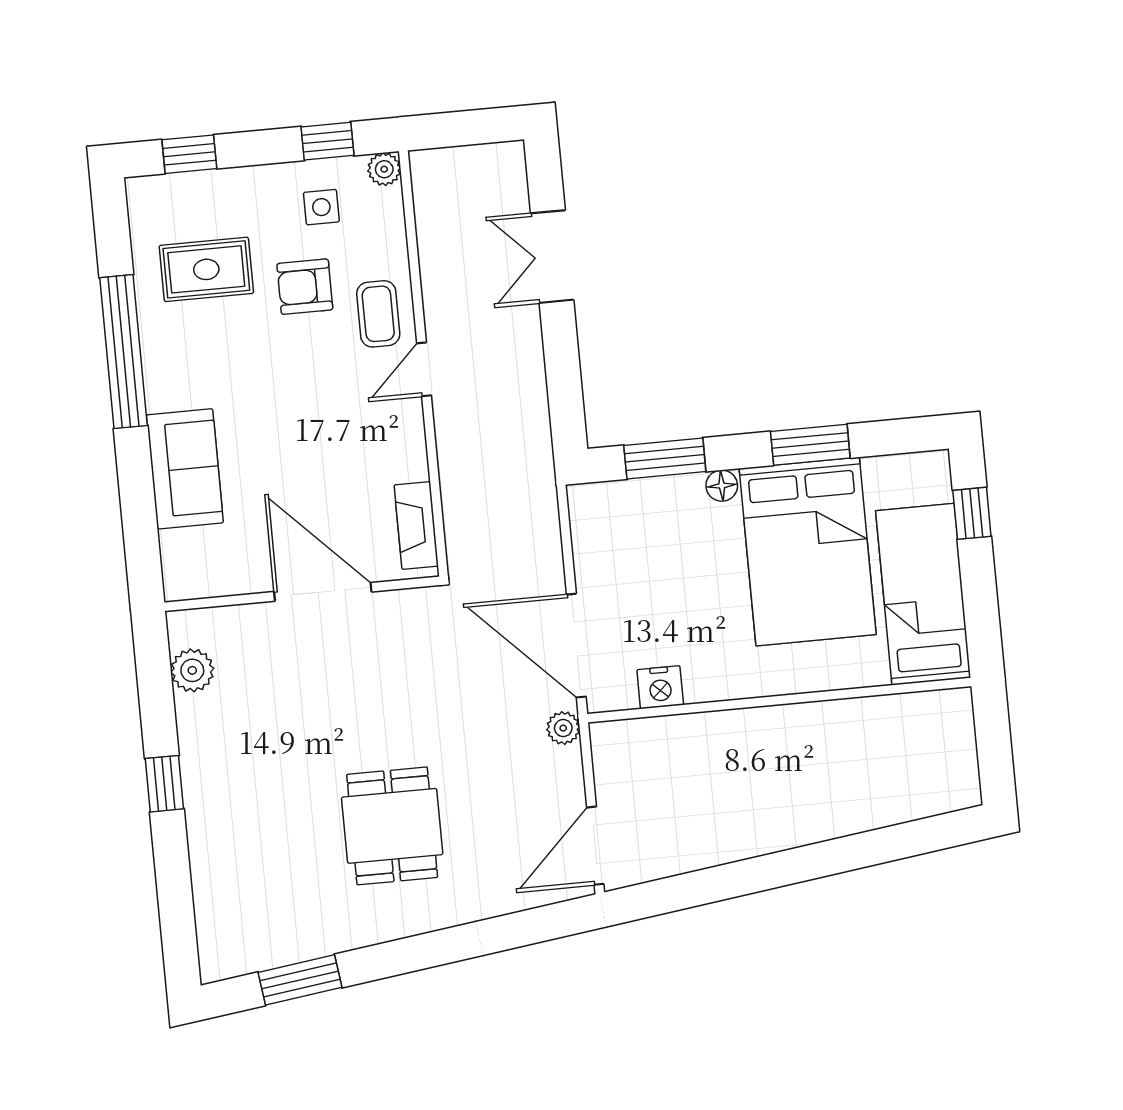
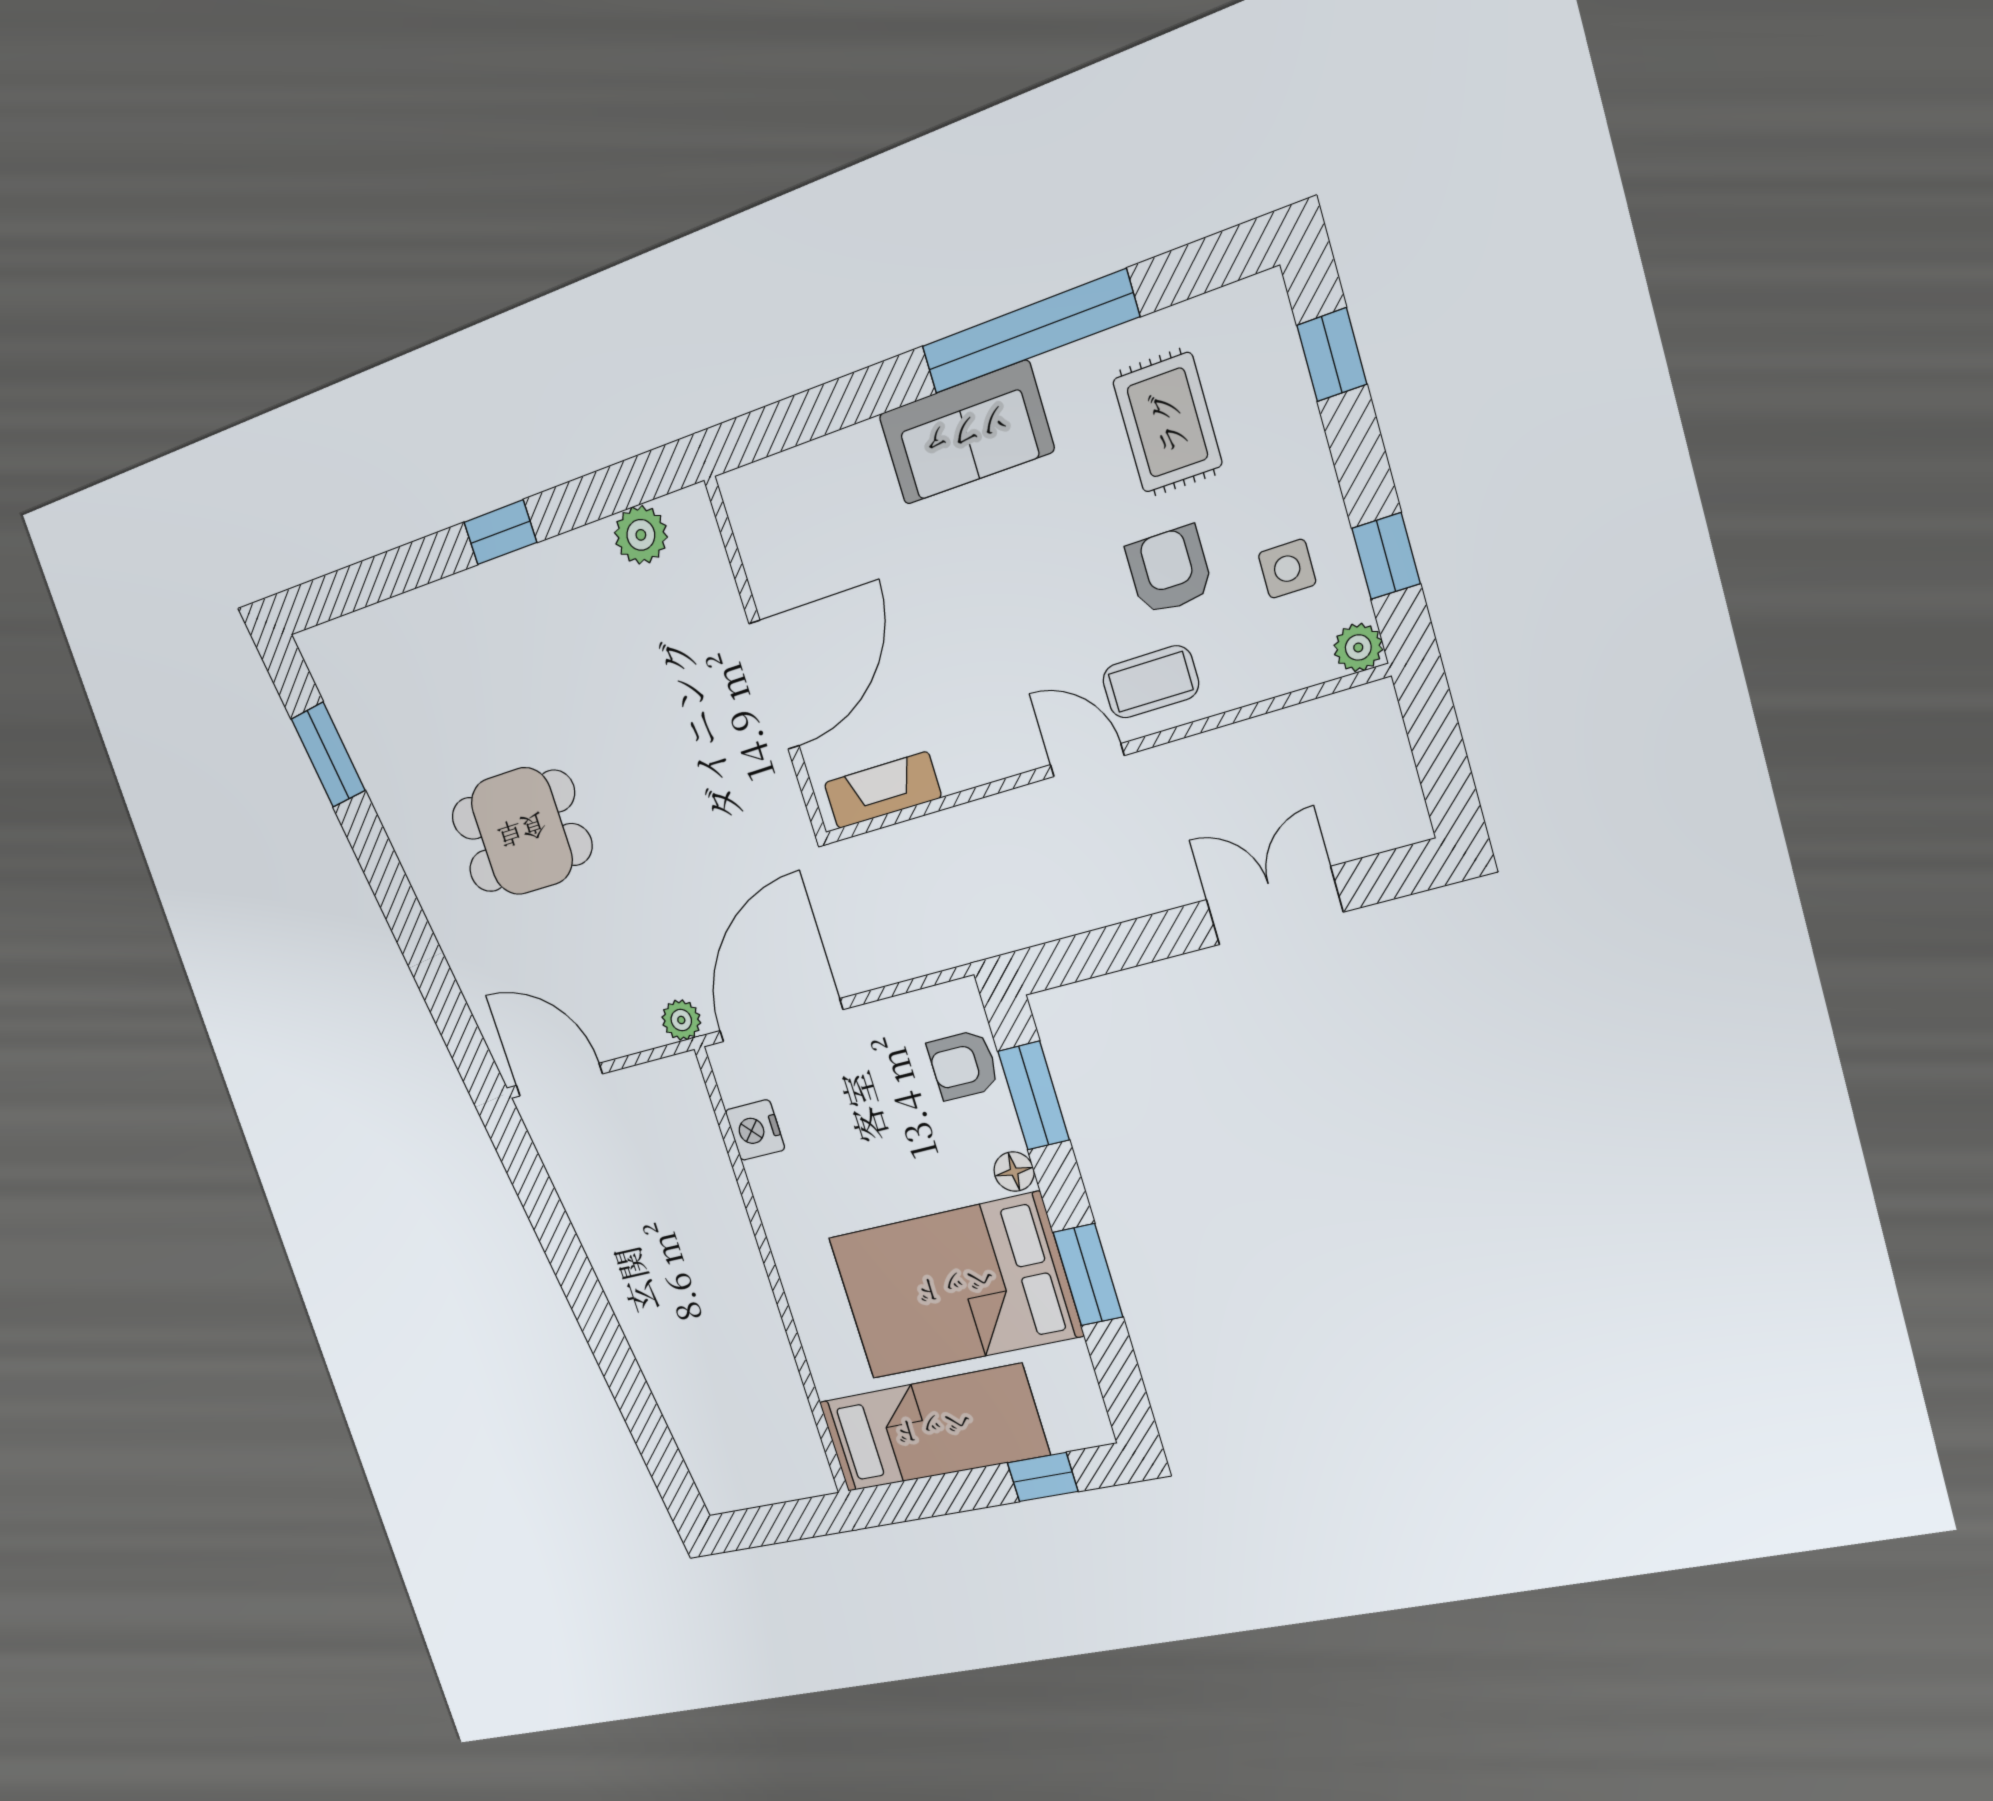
sofa: (185, 469) -> (966, 433), moved
armchair: (633, 508) -> (963, 1065), added

